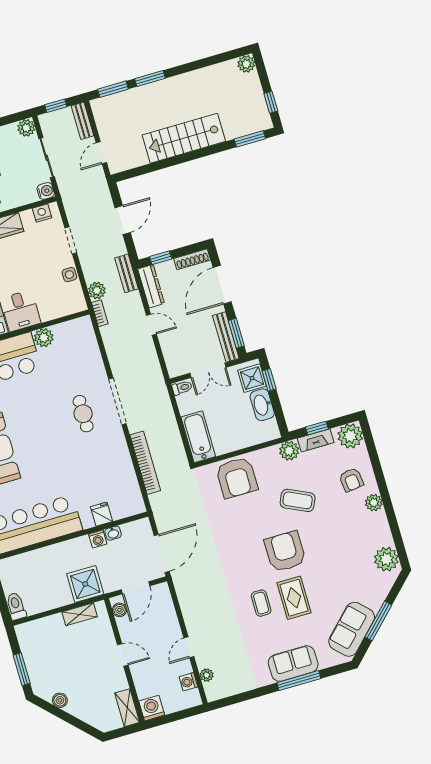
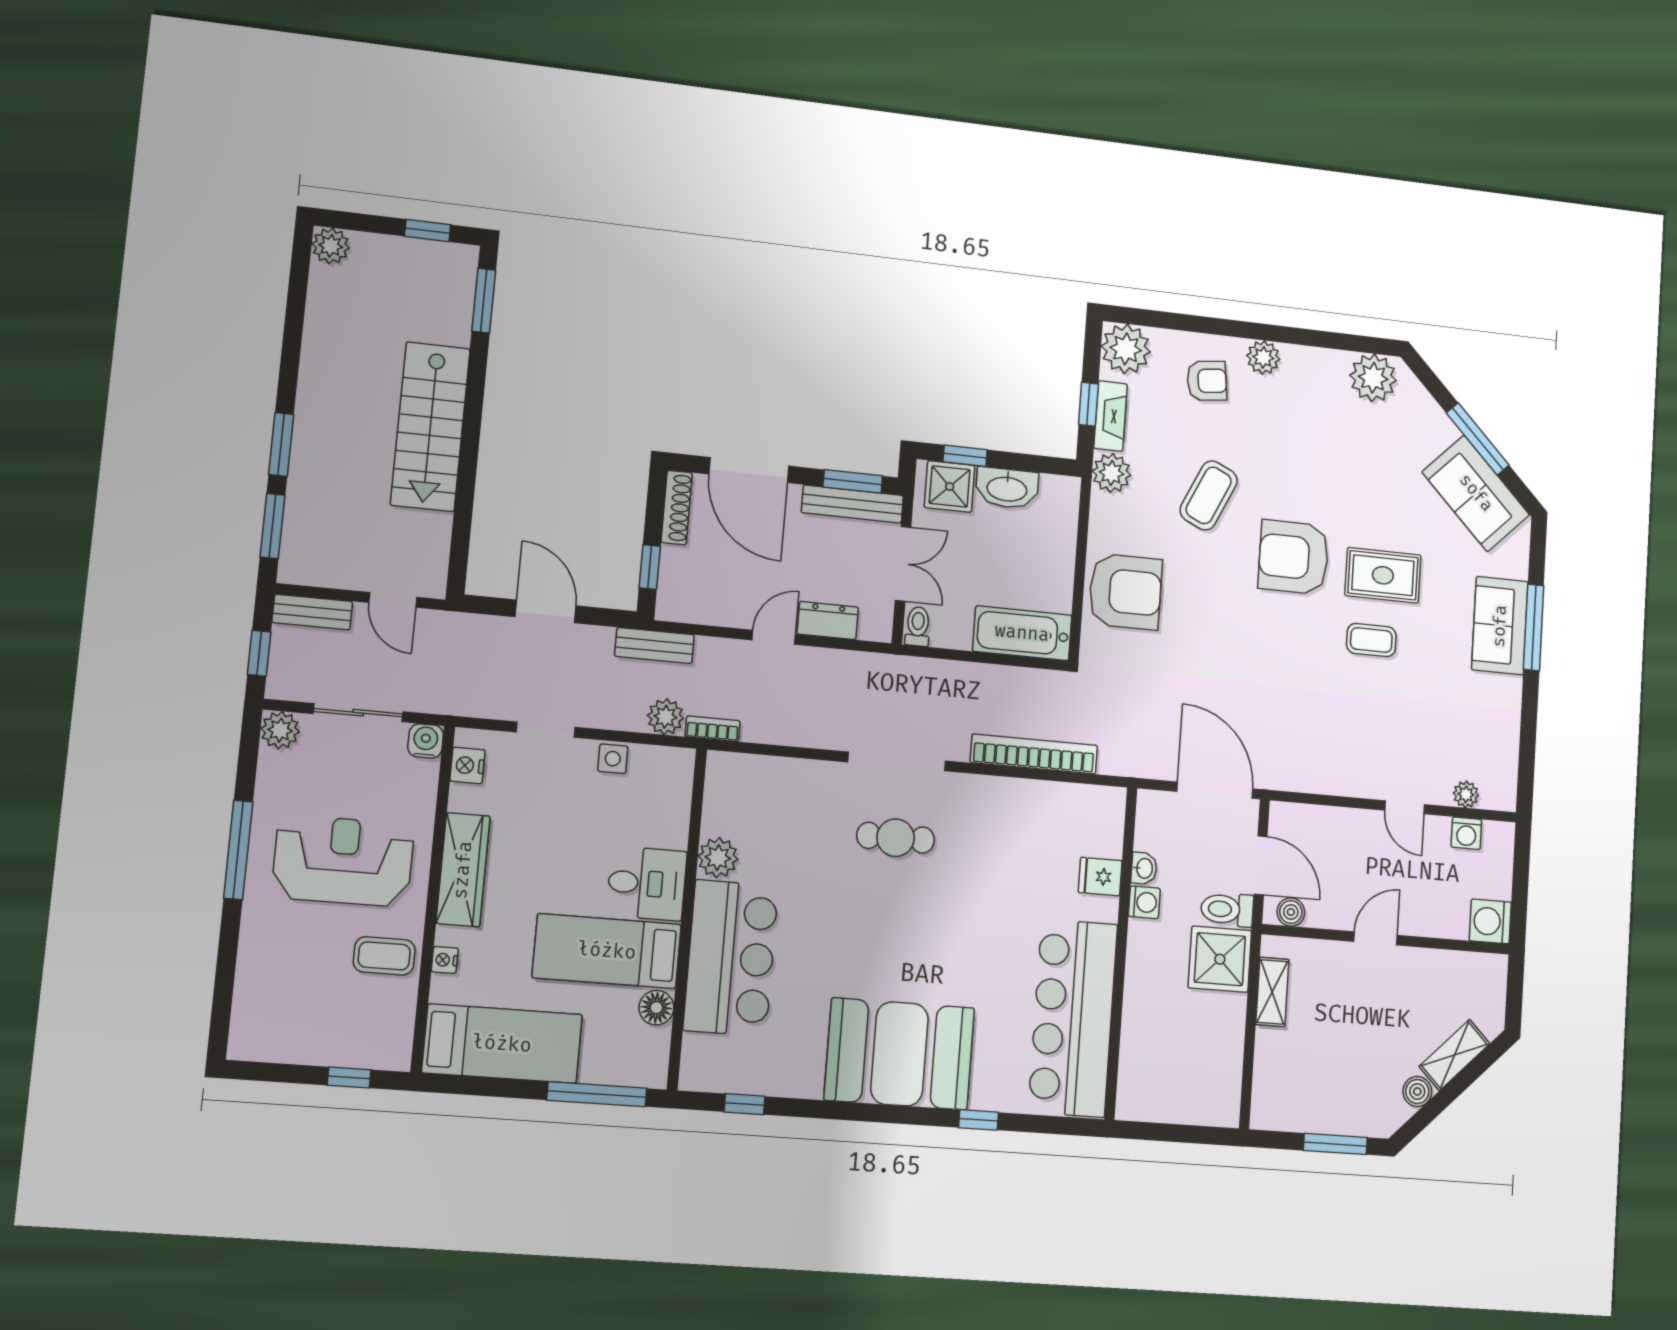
dresser: (151, 286) -> (828, 621), moved, width x0.70
toilet: (16, 606) -> (1227, 909), moved
shelving: (127, 708) -> (1454, 1055), moved, turned -45

